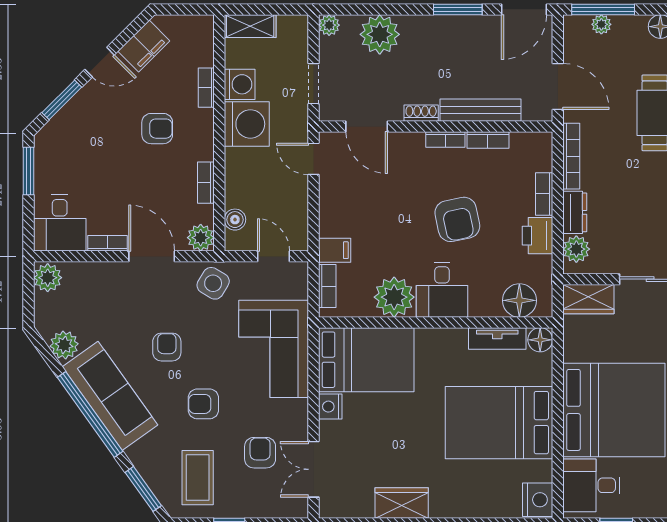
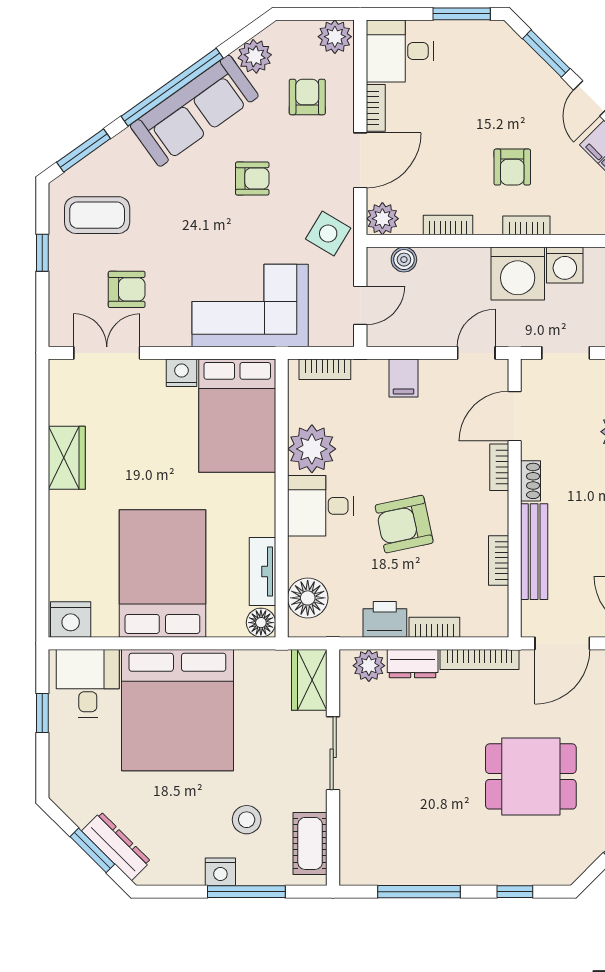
bookcase: (206, 88) -> (526, 225), moved
bookcase: (445, 139) -> (499, 467), moved
filing cabinet: (335, 250) -> (404, 378), moved
armchair: (203, 404) -> (307, 97), moved

